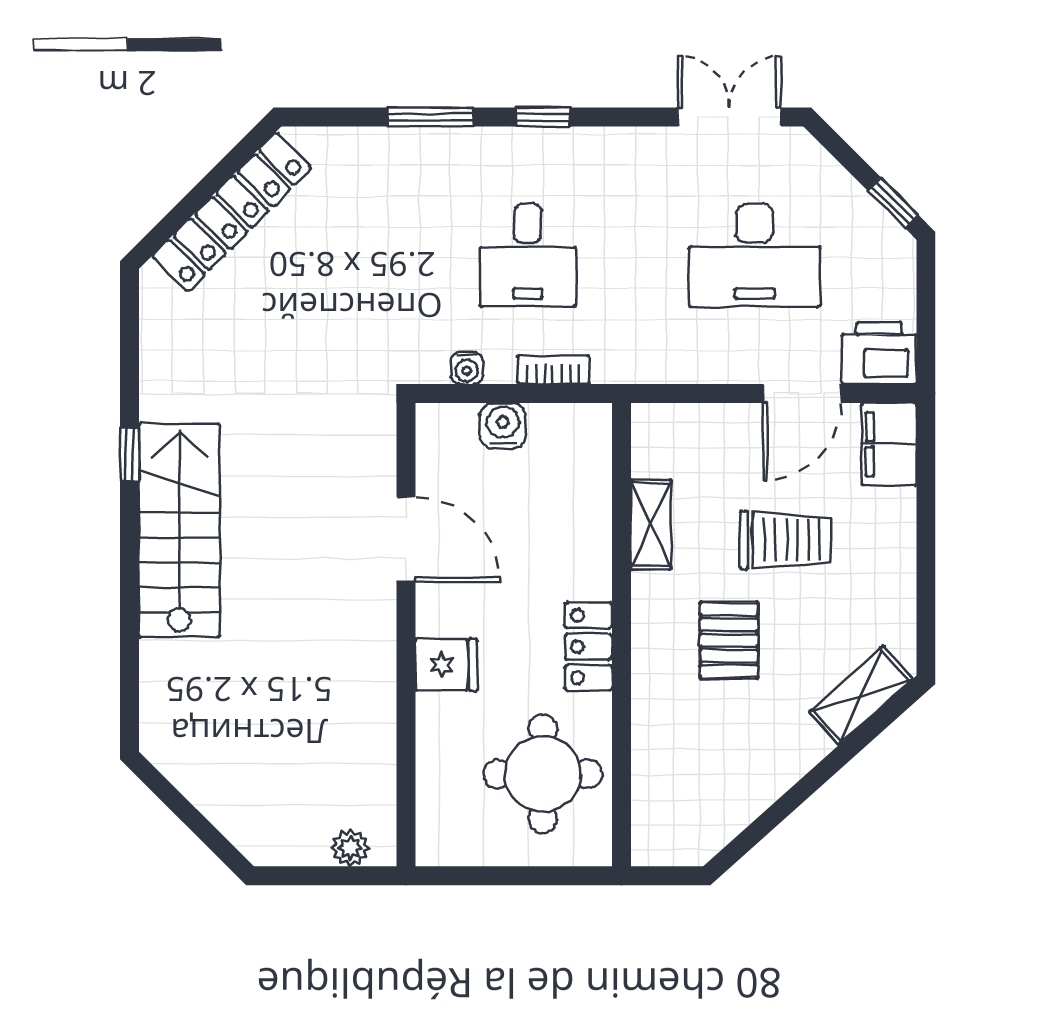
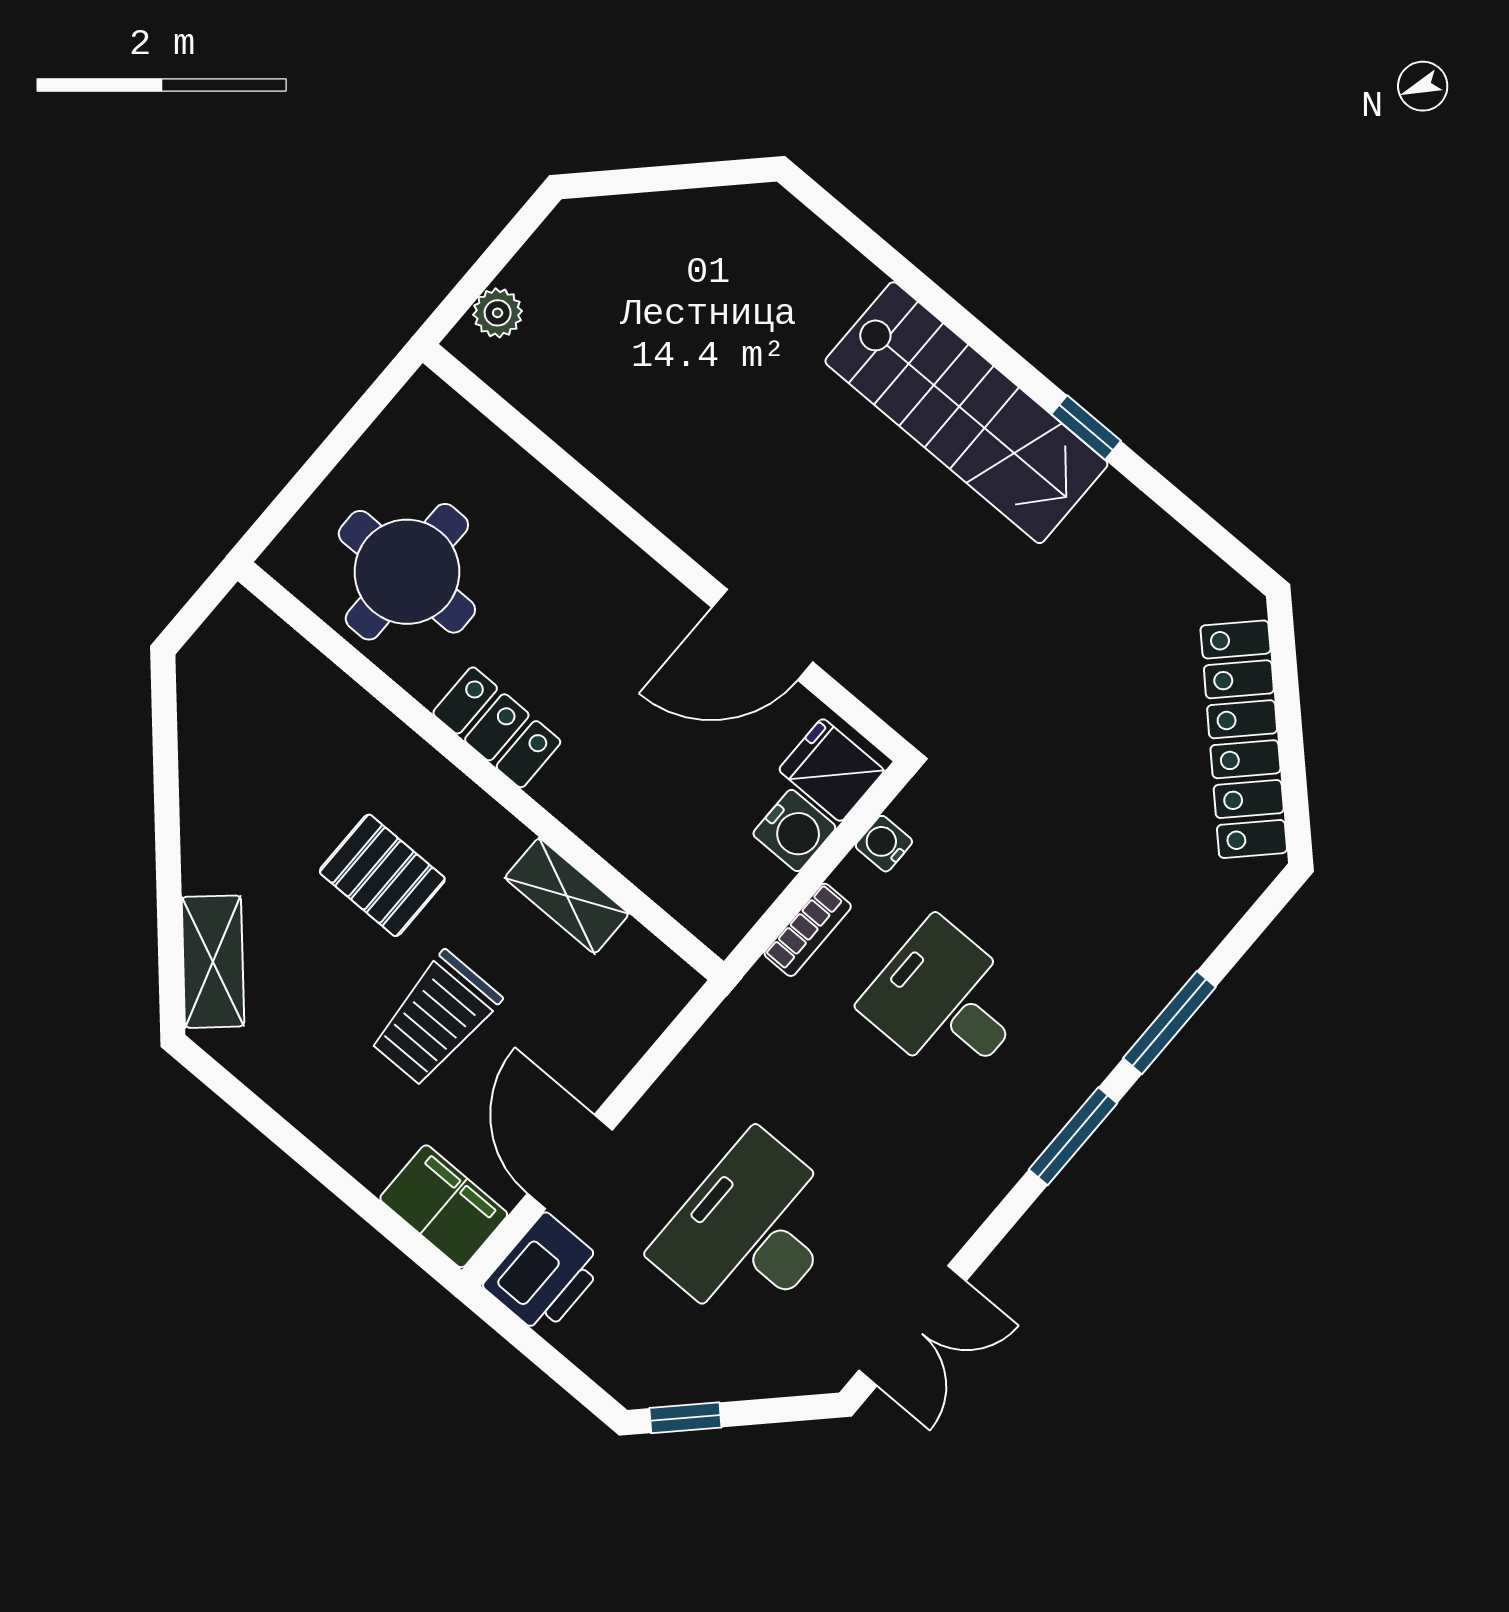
window: (543, 117) -> (1073, 1136), width x1.50
fridge: (446, 665) -> (831, 770), moved, turned 90

